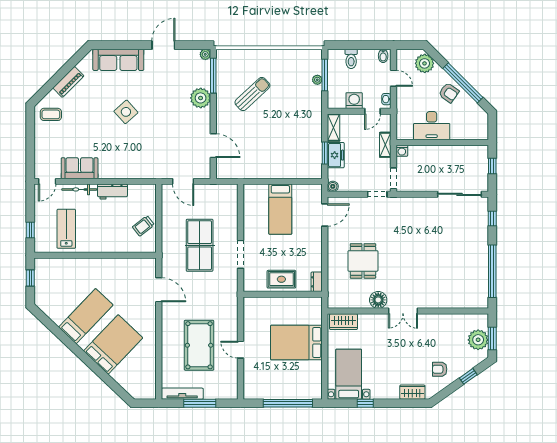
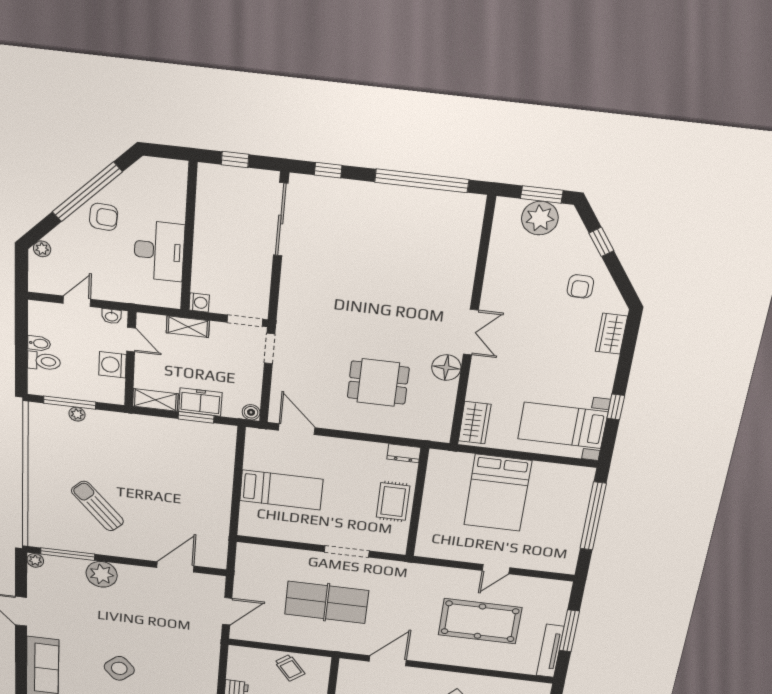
bidet: (383, 56) -> (39, 343), moved
plant: (425, 63) -> (42, 249), width x0.53, depth x0.53
armchair: (449, 93) -> (104, 217), turned 59

